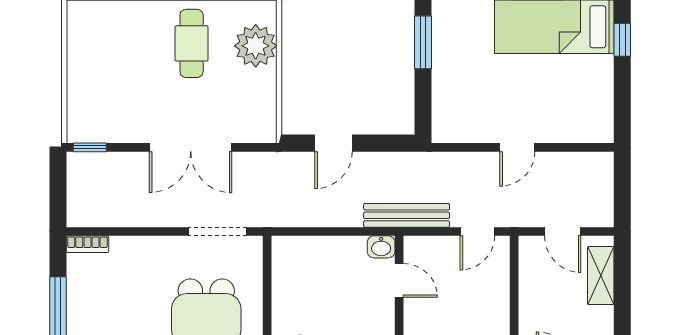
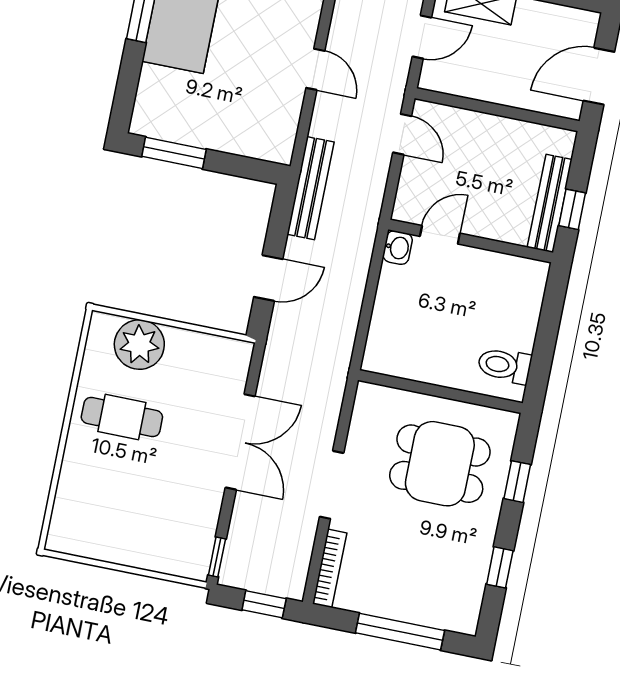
door: (334, 143) -> (268, 278), hinge flipped
window: (58, 195) -> (264, 604), added
bench: (407, 215) -> (311, 188), moved
doorway: (217, 232) -> (332, 485), moved
bookcase: (87, 244) -> (330, 568), width x1.56

